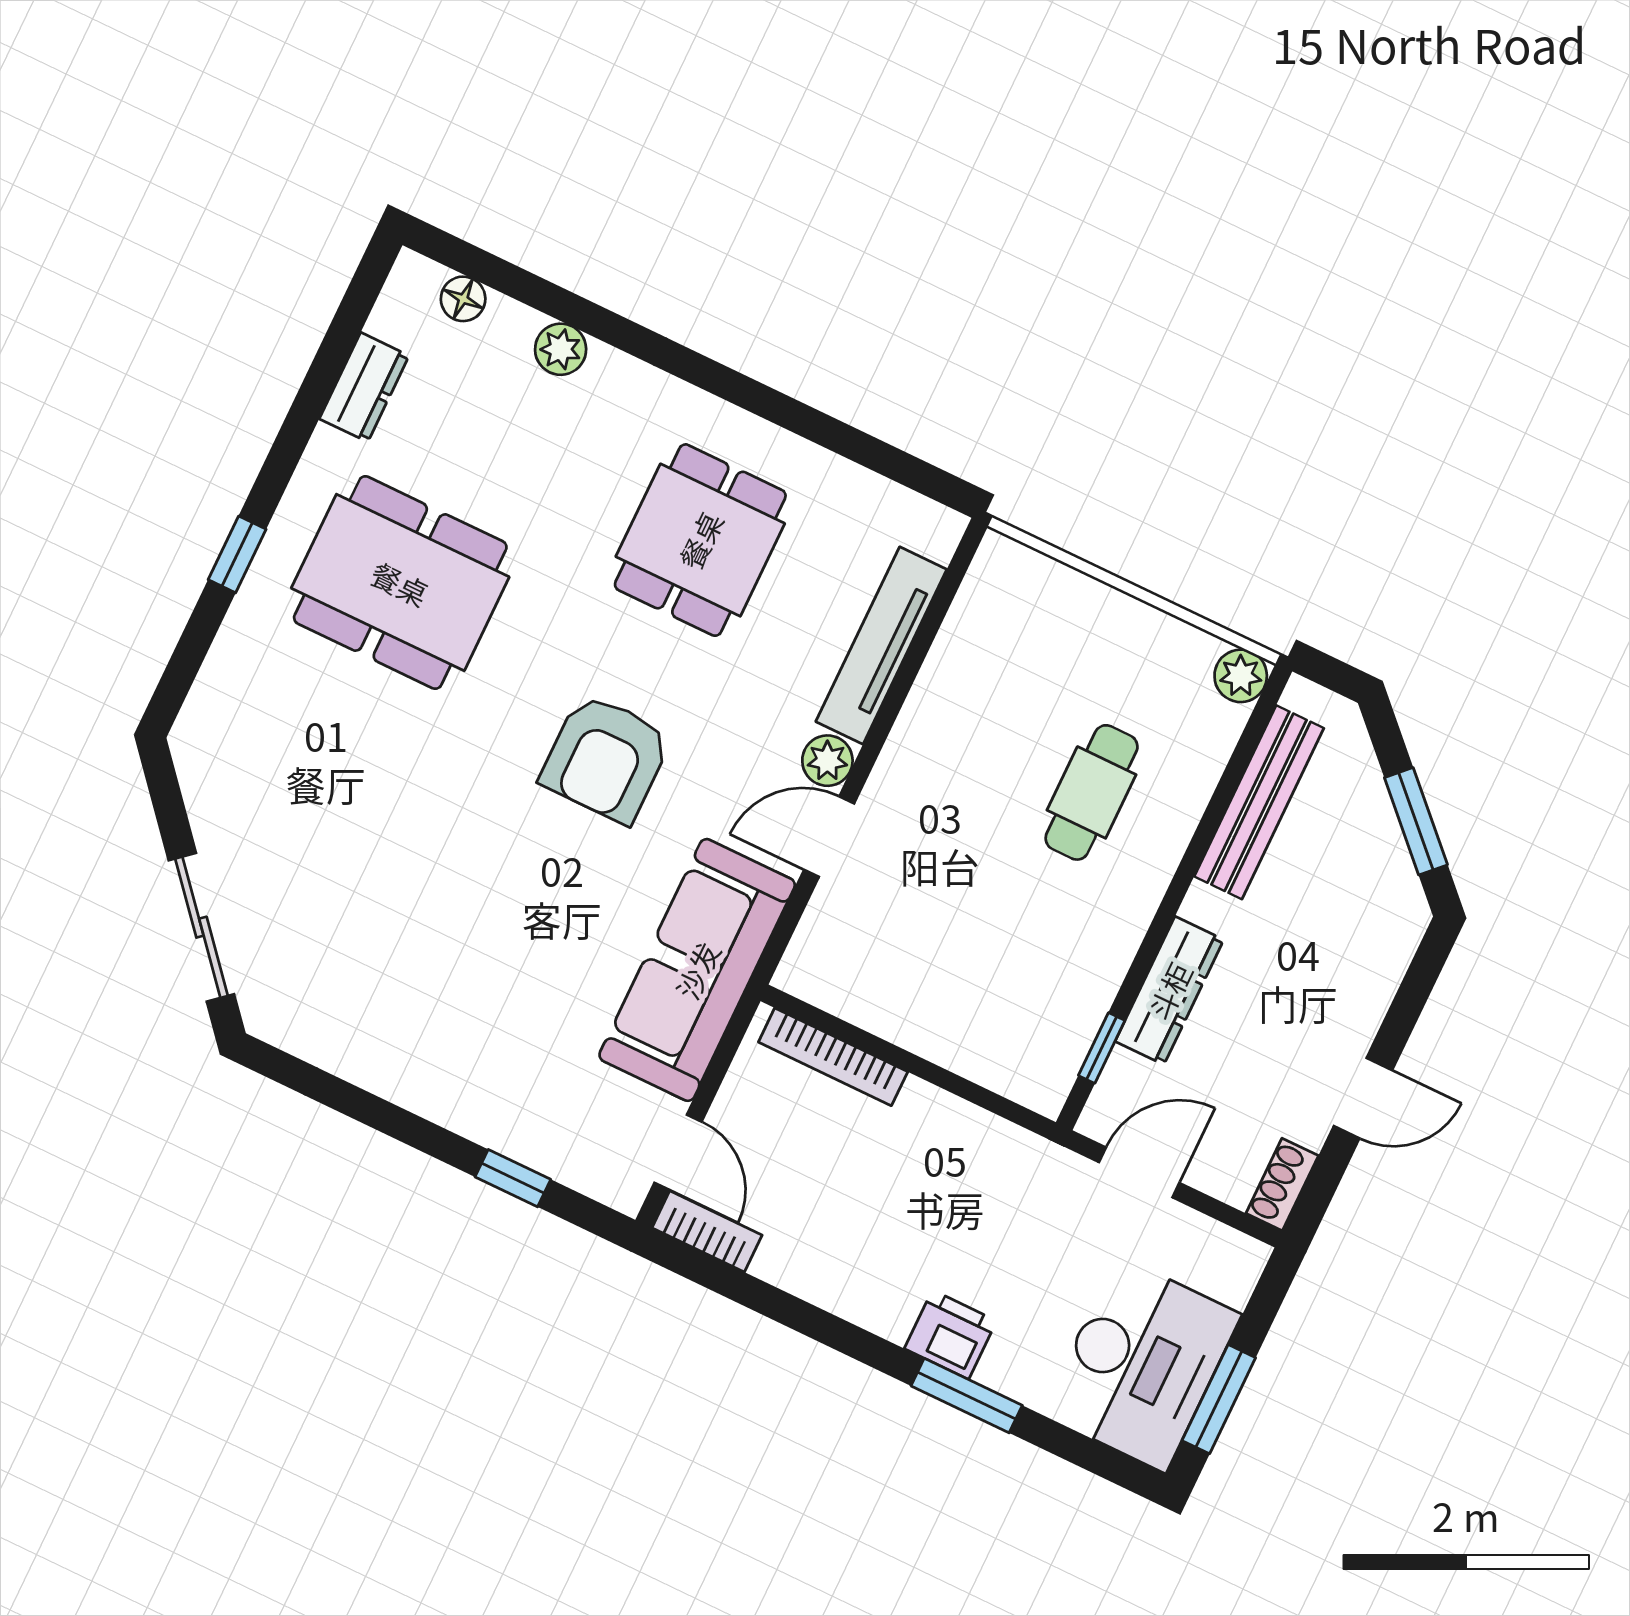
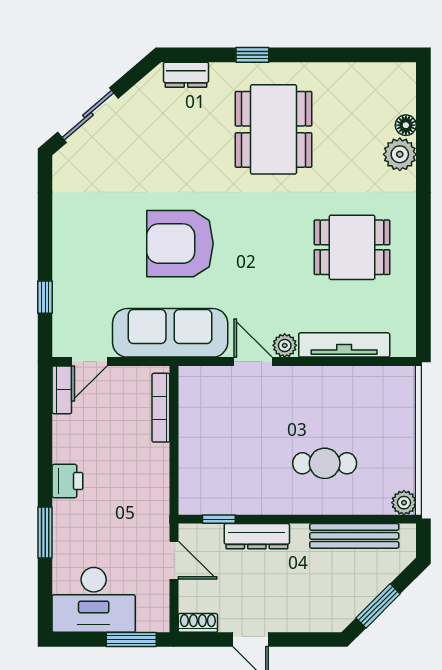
floor lamp: (463, 299) -> (406, 125), moved
plant: (561, 349) -> (400, 154), width x1.38, depth x1.38
dresser: (364, 387) -> (186, 75), moved
armchair: (606, 758) -> (180, 244), moved, width x1.36, depth x1.36
printer: (950, 1335) -> (67, 481), moved
window: (1219, 1399) -> (131, 640), moved

